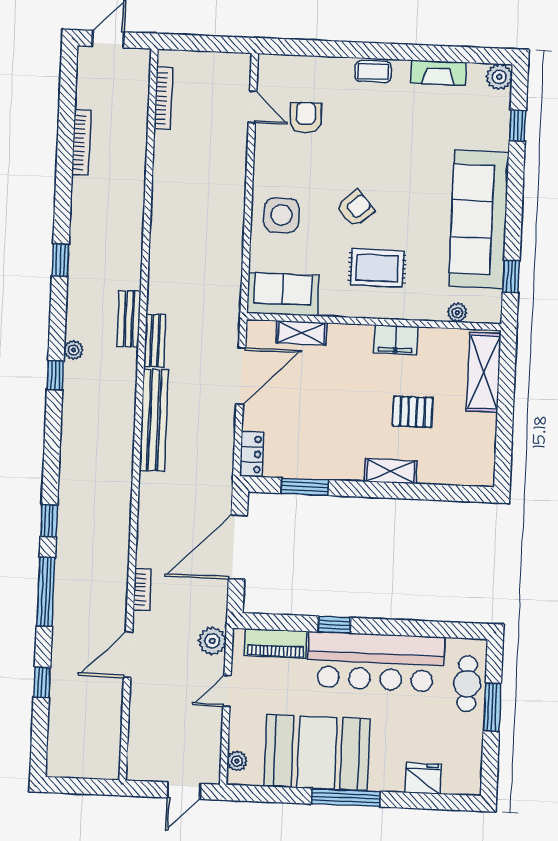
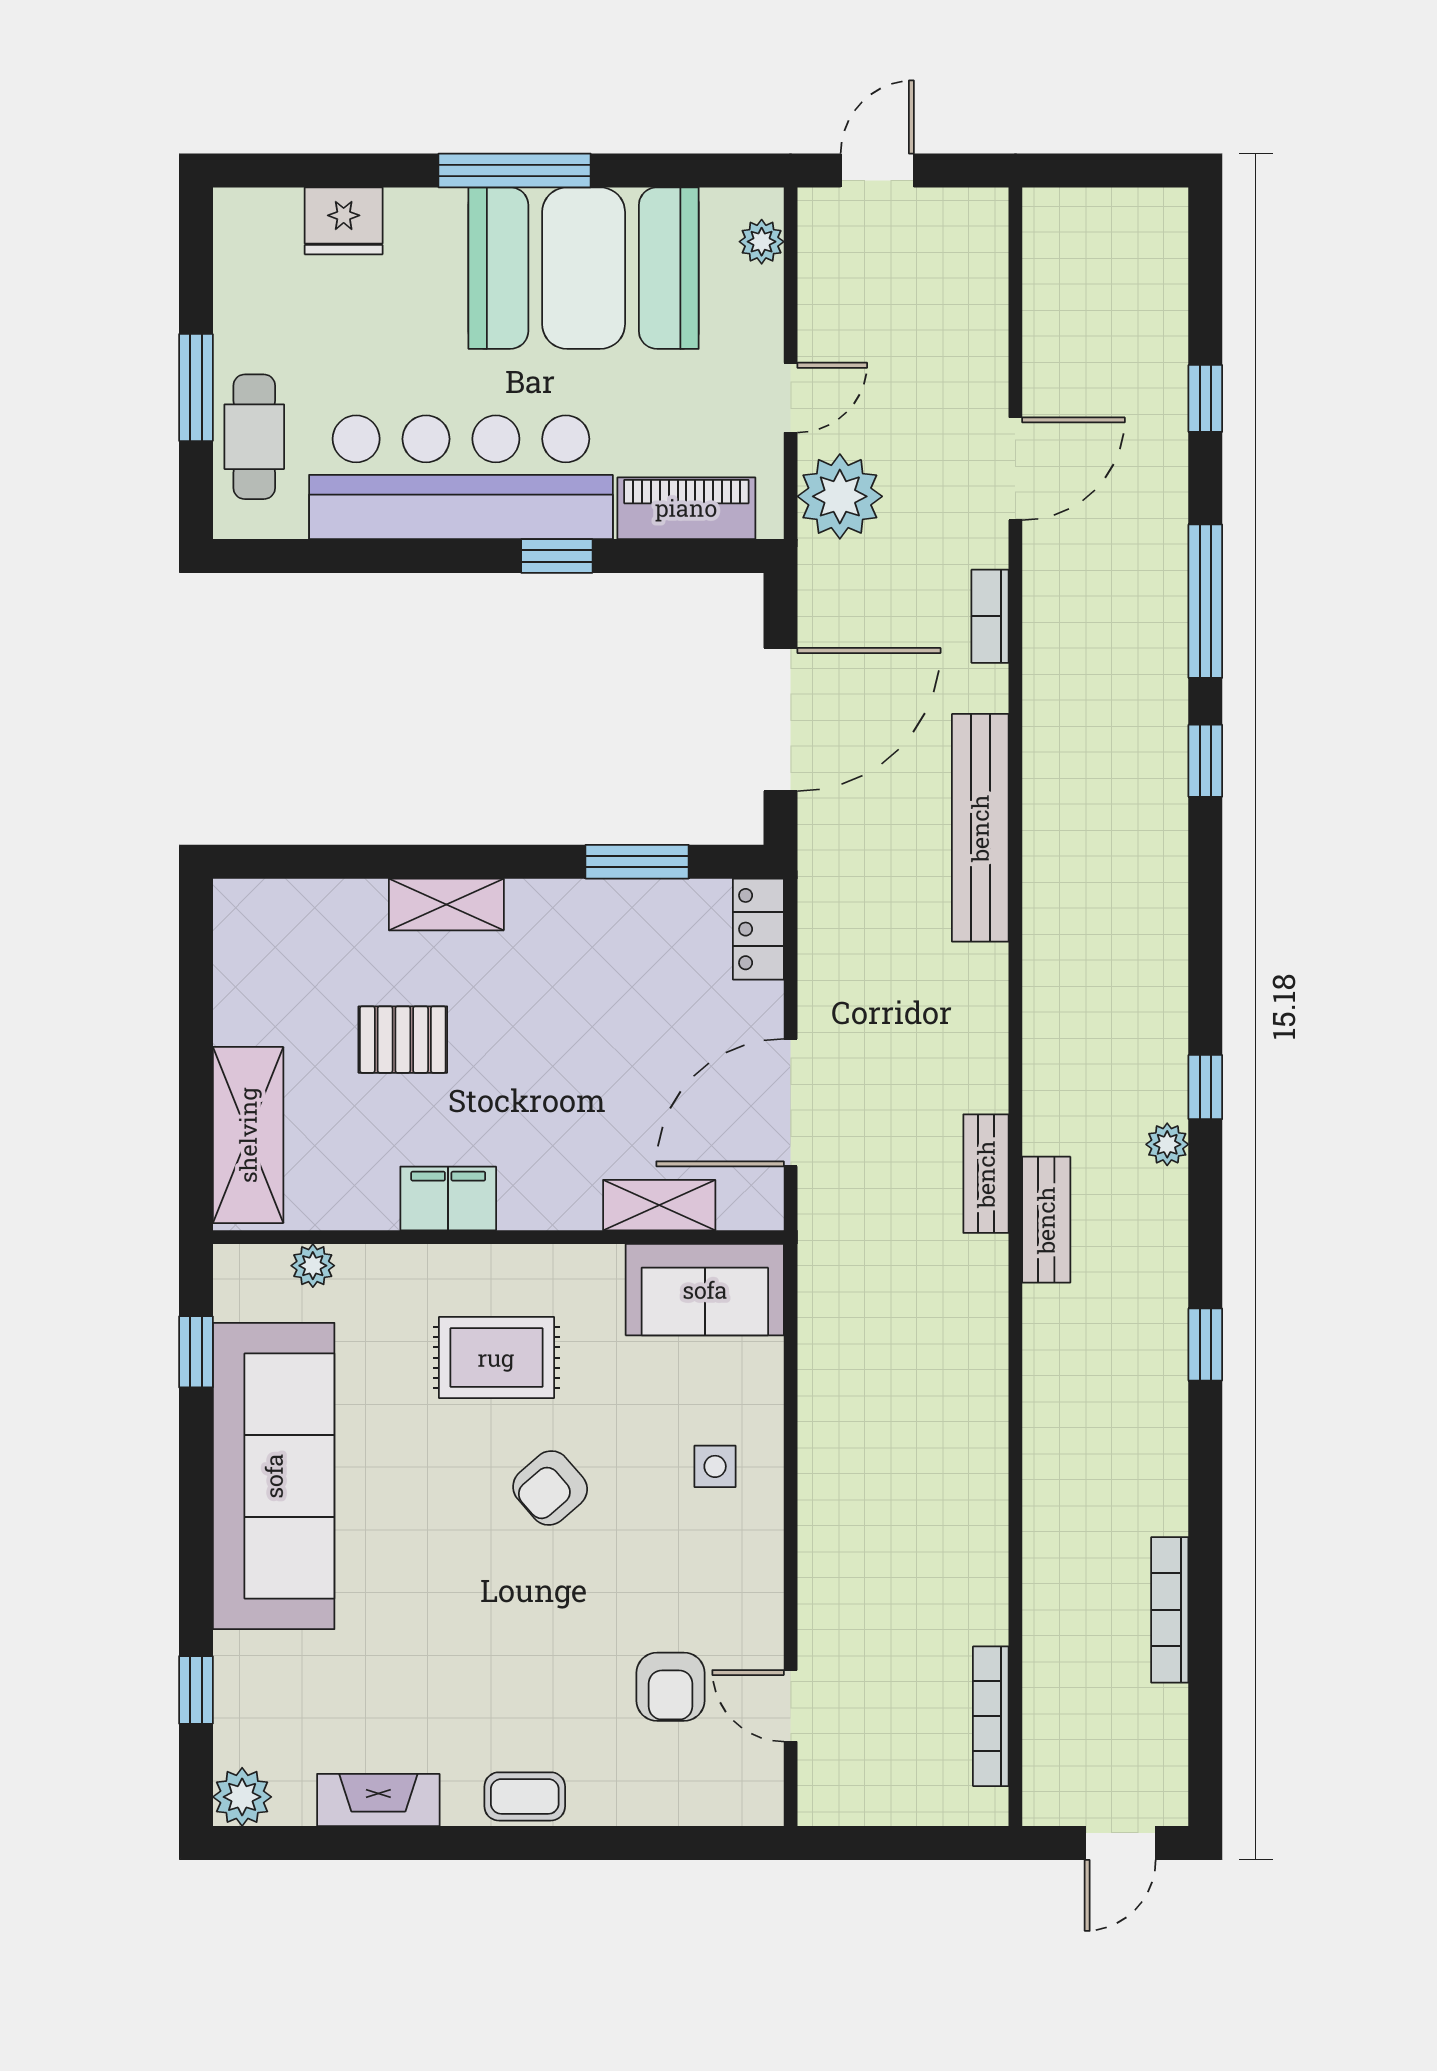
side table: (282, 215) -> (715, 1466), width x0.54, depth x0.54
bench: (154, 420) -> (980, 828), moved
plant: (212, 641) -> (840, 496), width x1.36, depth x1.36

